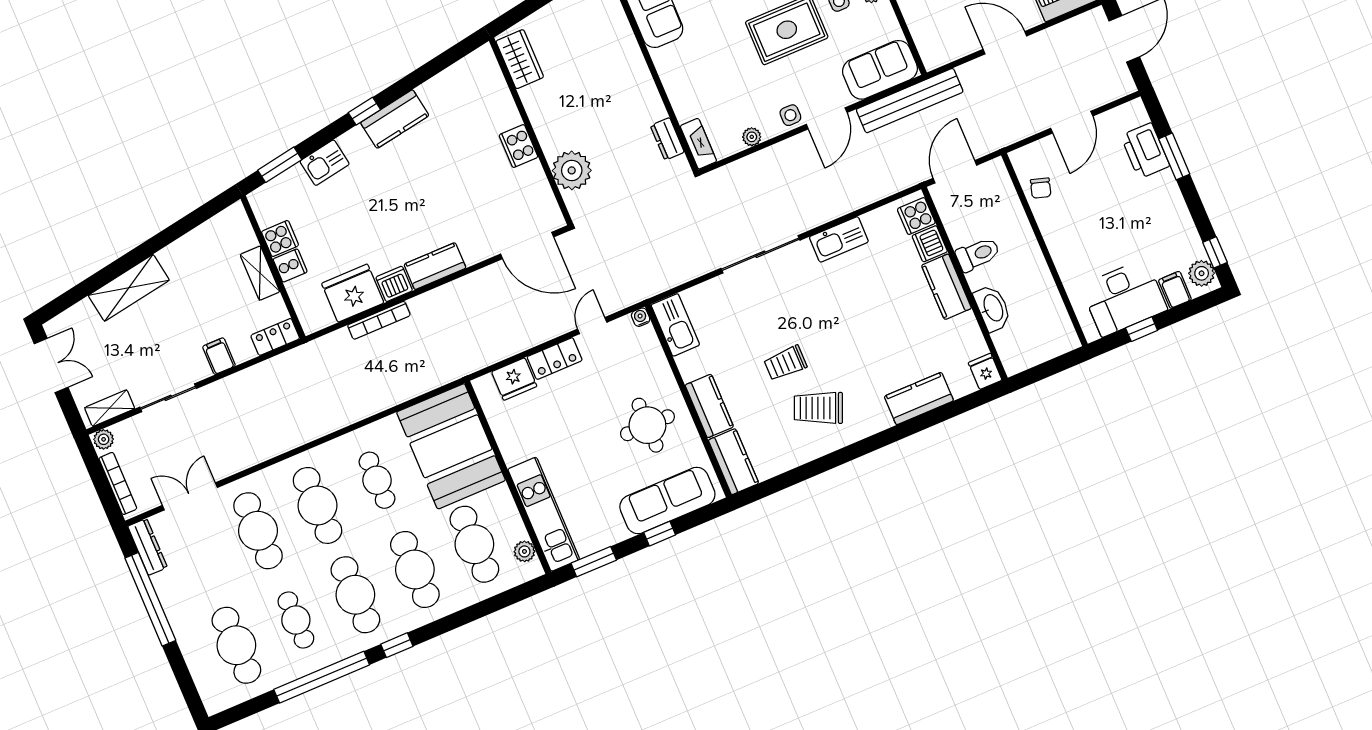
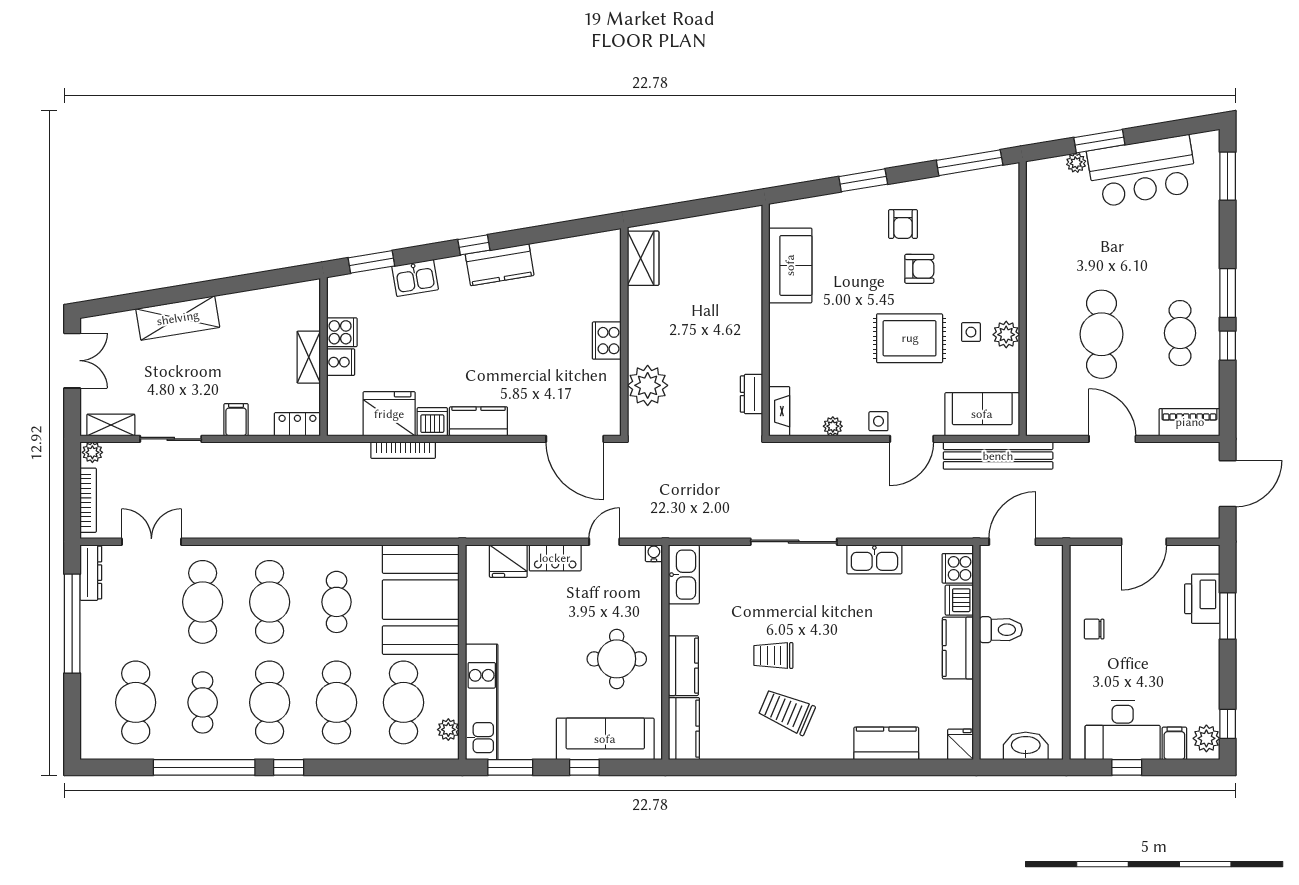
chair: (1041, 188) -> (1094, 629), moved, turned 73
washbasin: (993, 308) -> (1026, 746), moved, turned -90

